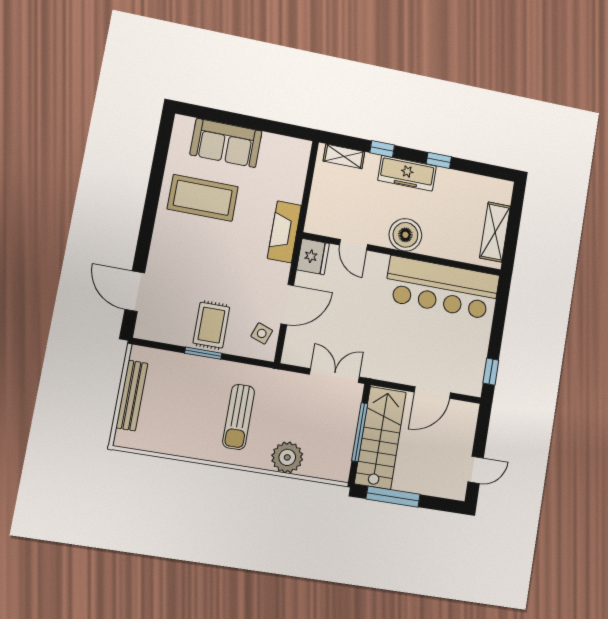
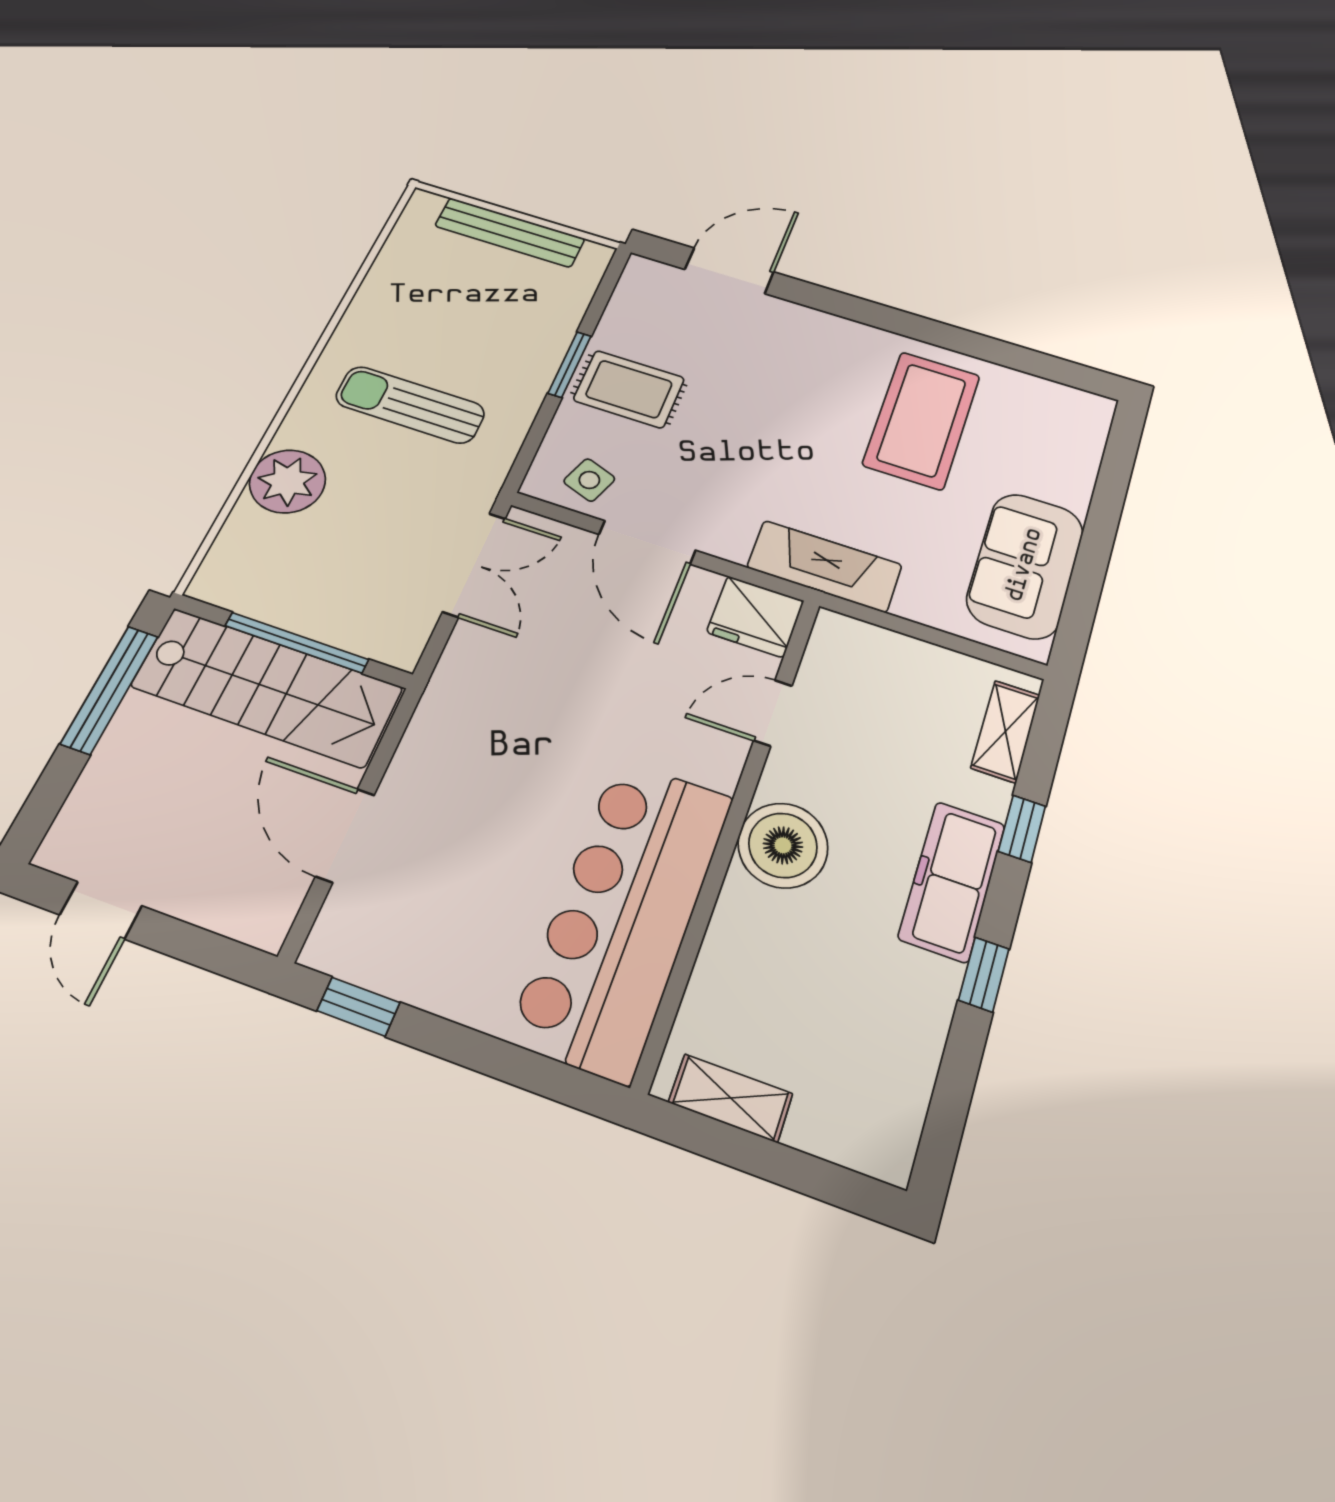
sofa: (226, 143) -> (1025, 565), moved
shelving: (495, 232) -> (731, 1098), width x0.67, depth x0.75
double door: (335, 376) -> (474, 565), moved

